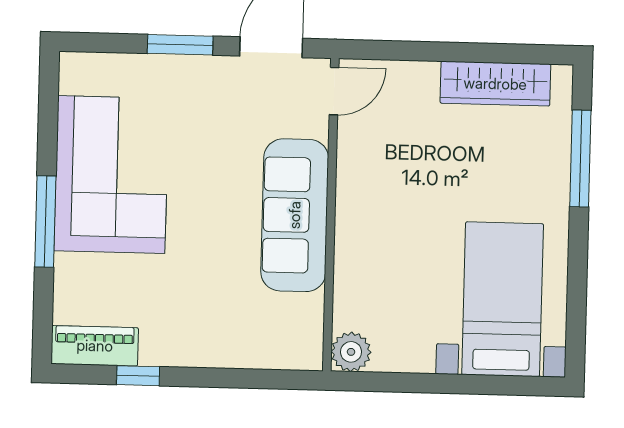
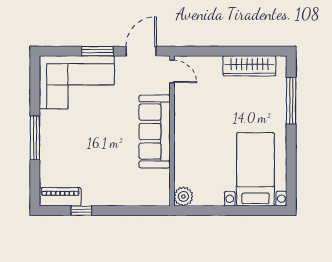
door: (334, 91) -> (172, 71), hinge flipped
corner sofa: (111, 175) -> (77, 82), moved, turned 90

